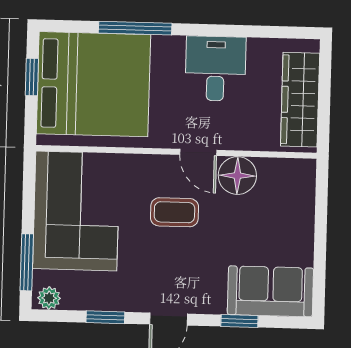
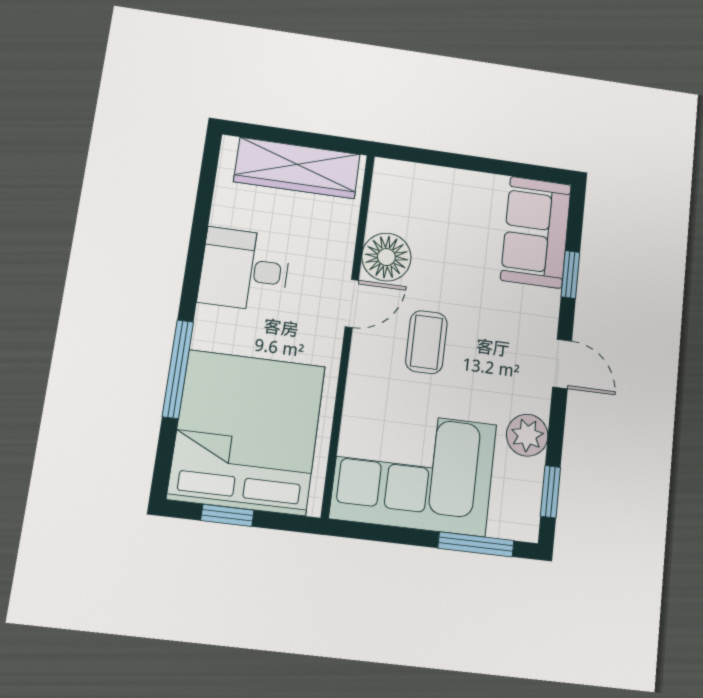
plant: (49, 298) -> (527, 435), moved, width x1.38, depth x1.38
window: (105, 317) -> (550, 492), moved

